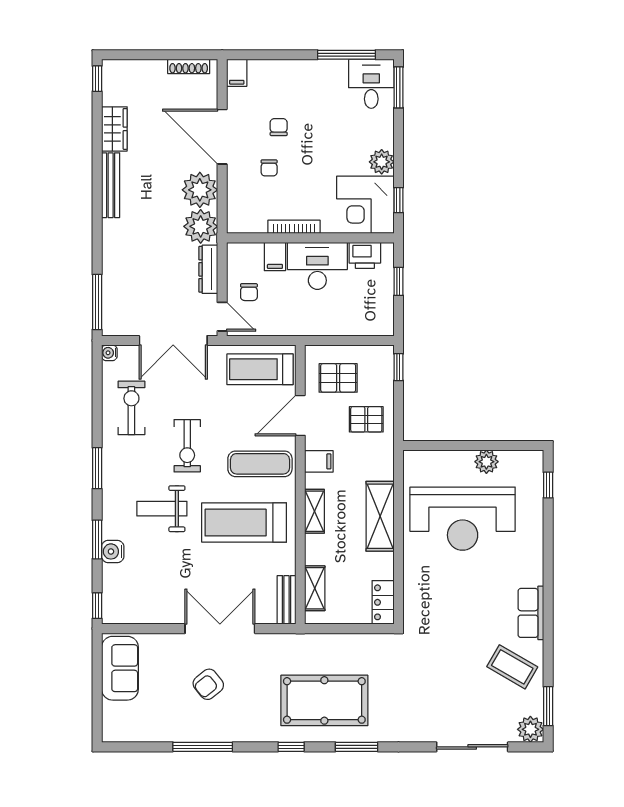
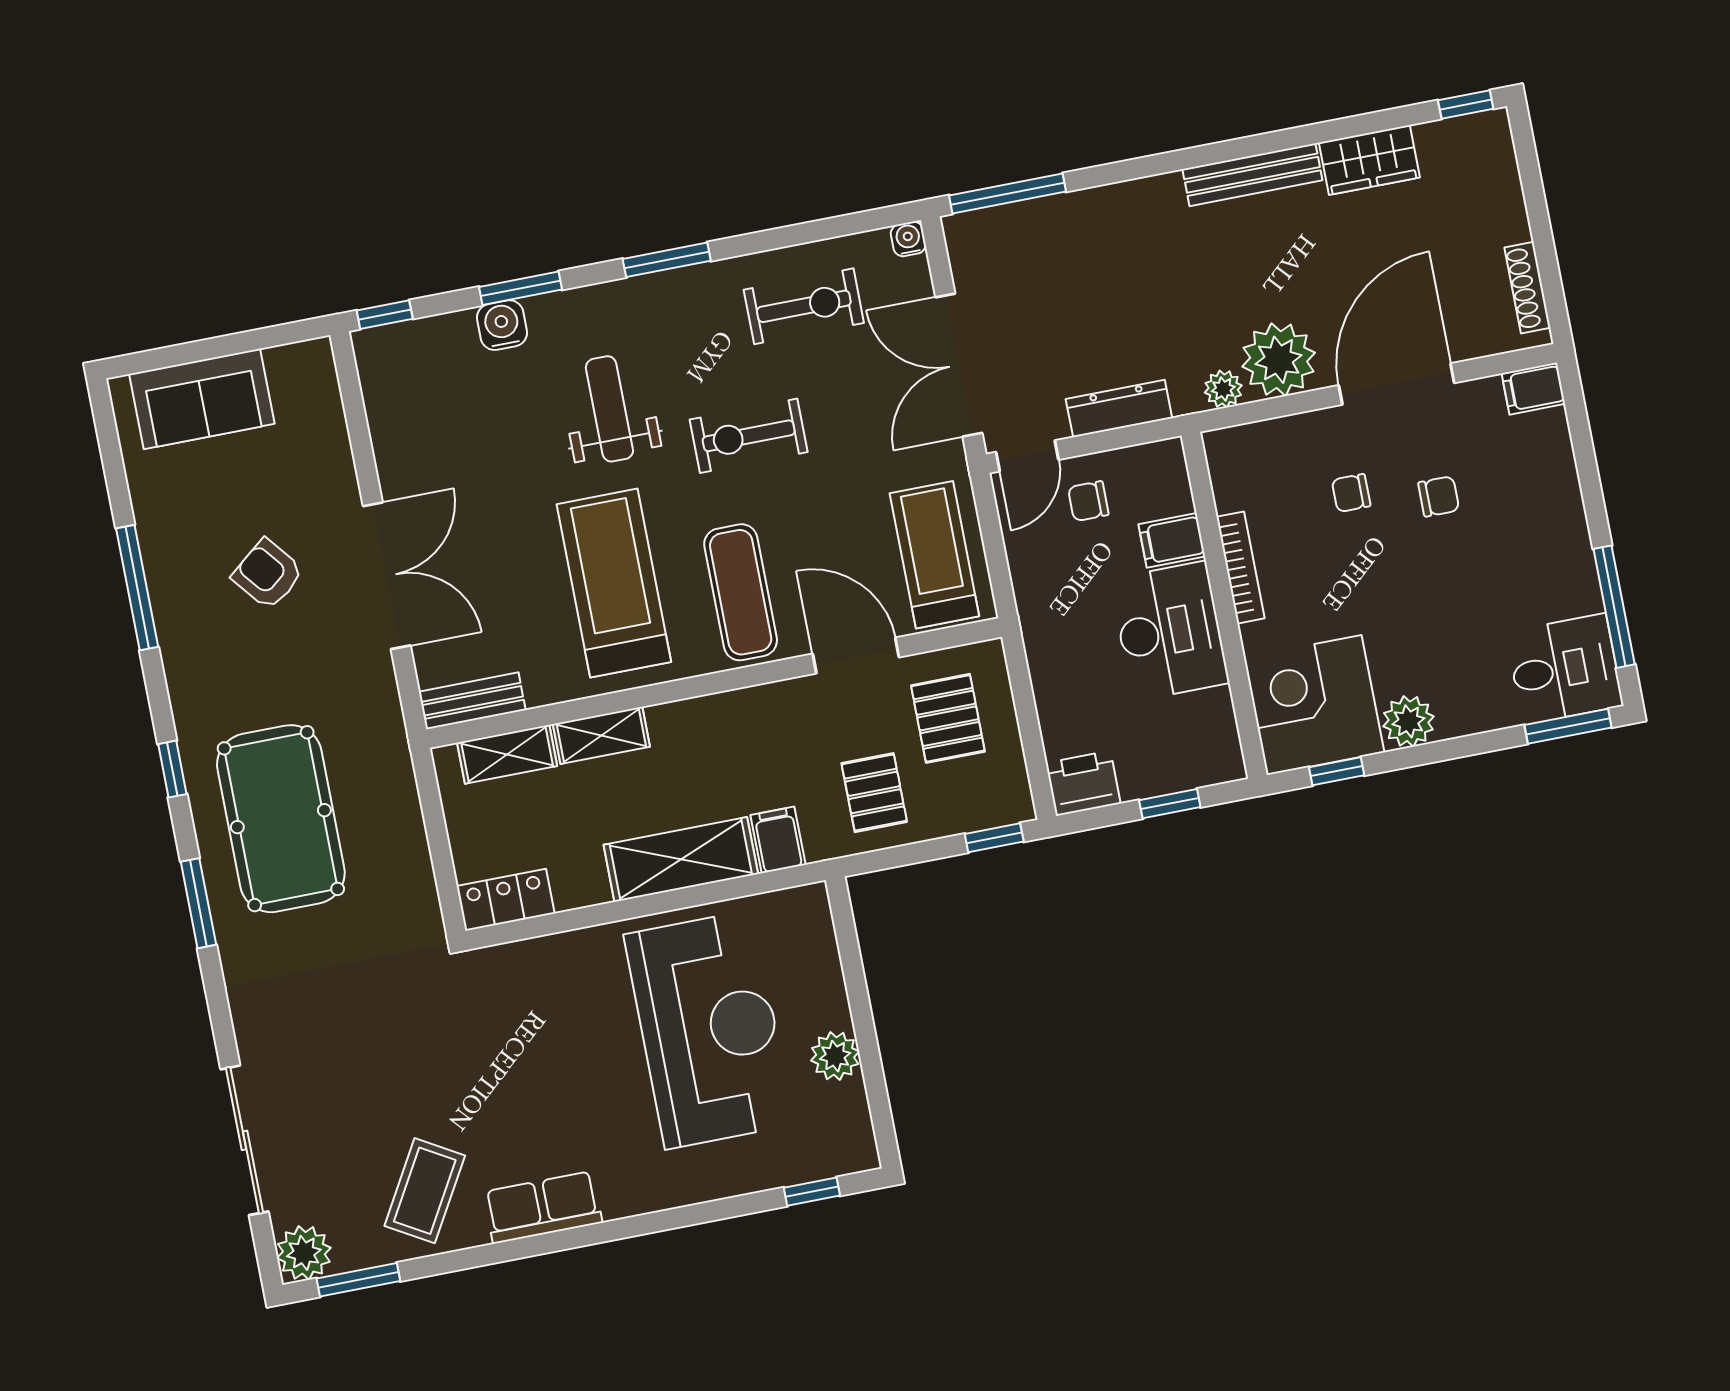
plant: (201, 226) -> (1223, 389), width x0.53, depth x0.53
printer: (365, 255) -> (1083, 783), moved, turned 90
filing cabinet: (319, 461) -> (778, 840), moved, turned 180
shelving: (314, 511) -> (601, 735), moved
reception desk: (463, 519) -> (709, 1030), turned 180
sofa: (120, 668) -> (202, 399), moved

